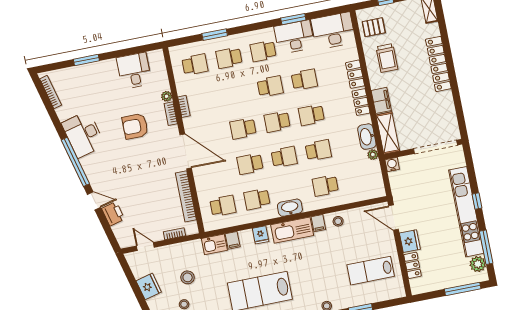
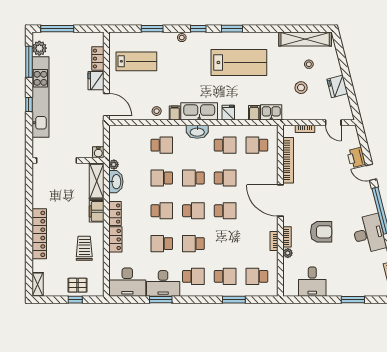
pallet: (374, 27) -> (77, 285), moved

